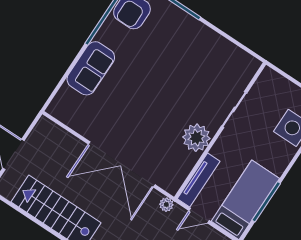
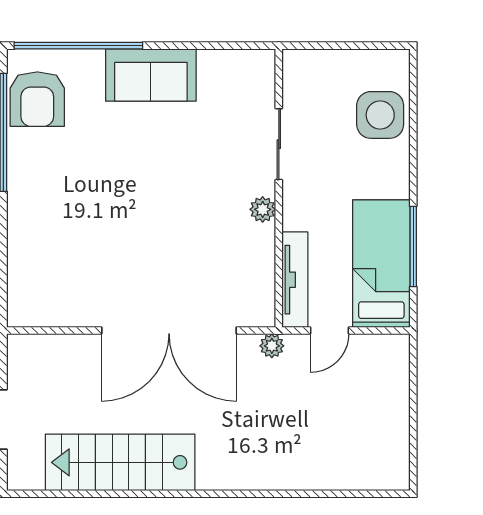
sofa: (91, 68) -> (151, 75), moved, turned 90
plant: (196, 138) -> (263, 209), width x0.53, depth x0.53

